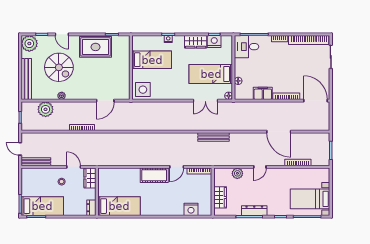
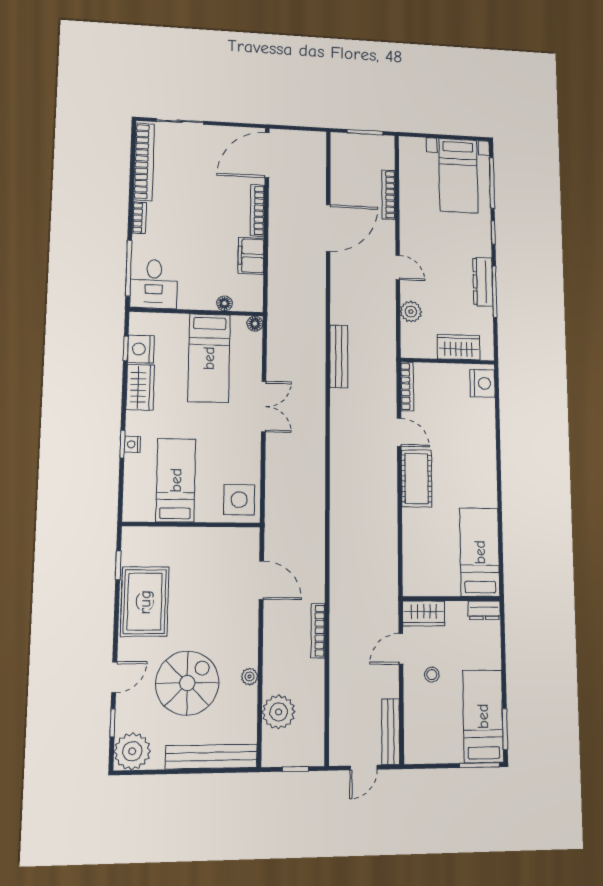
double door: (205, 101) -> (264, 406), moved
nightstand: (191, 209) -> (483, 383), moved

